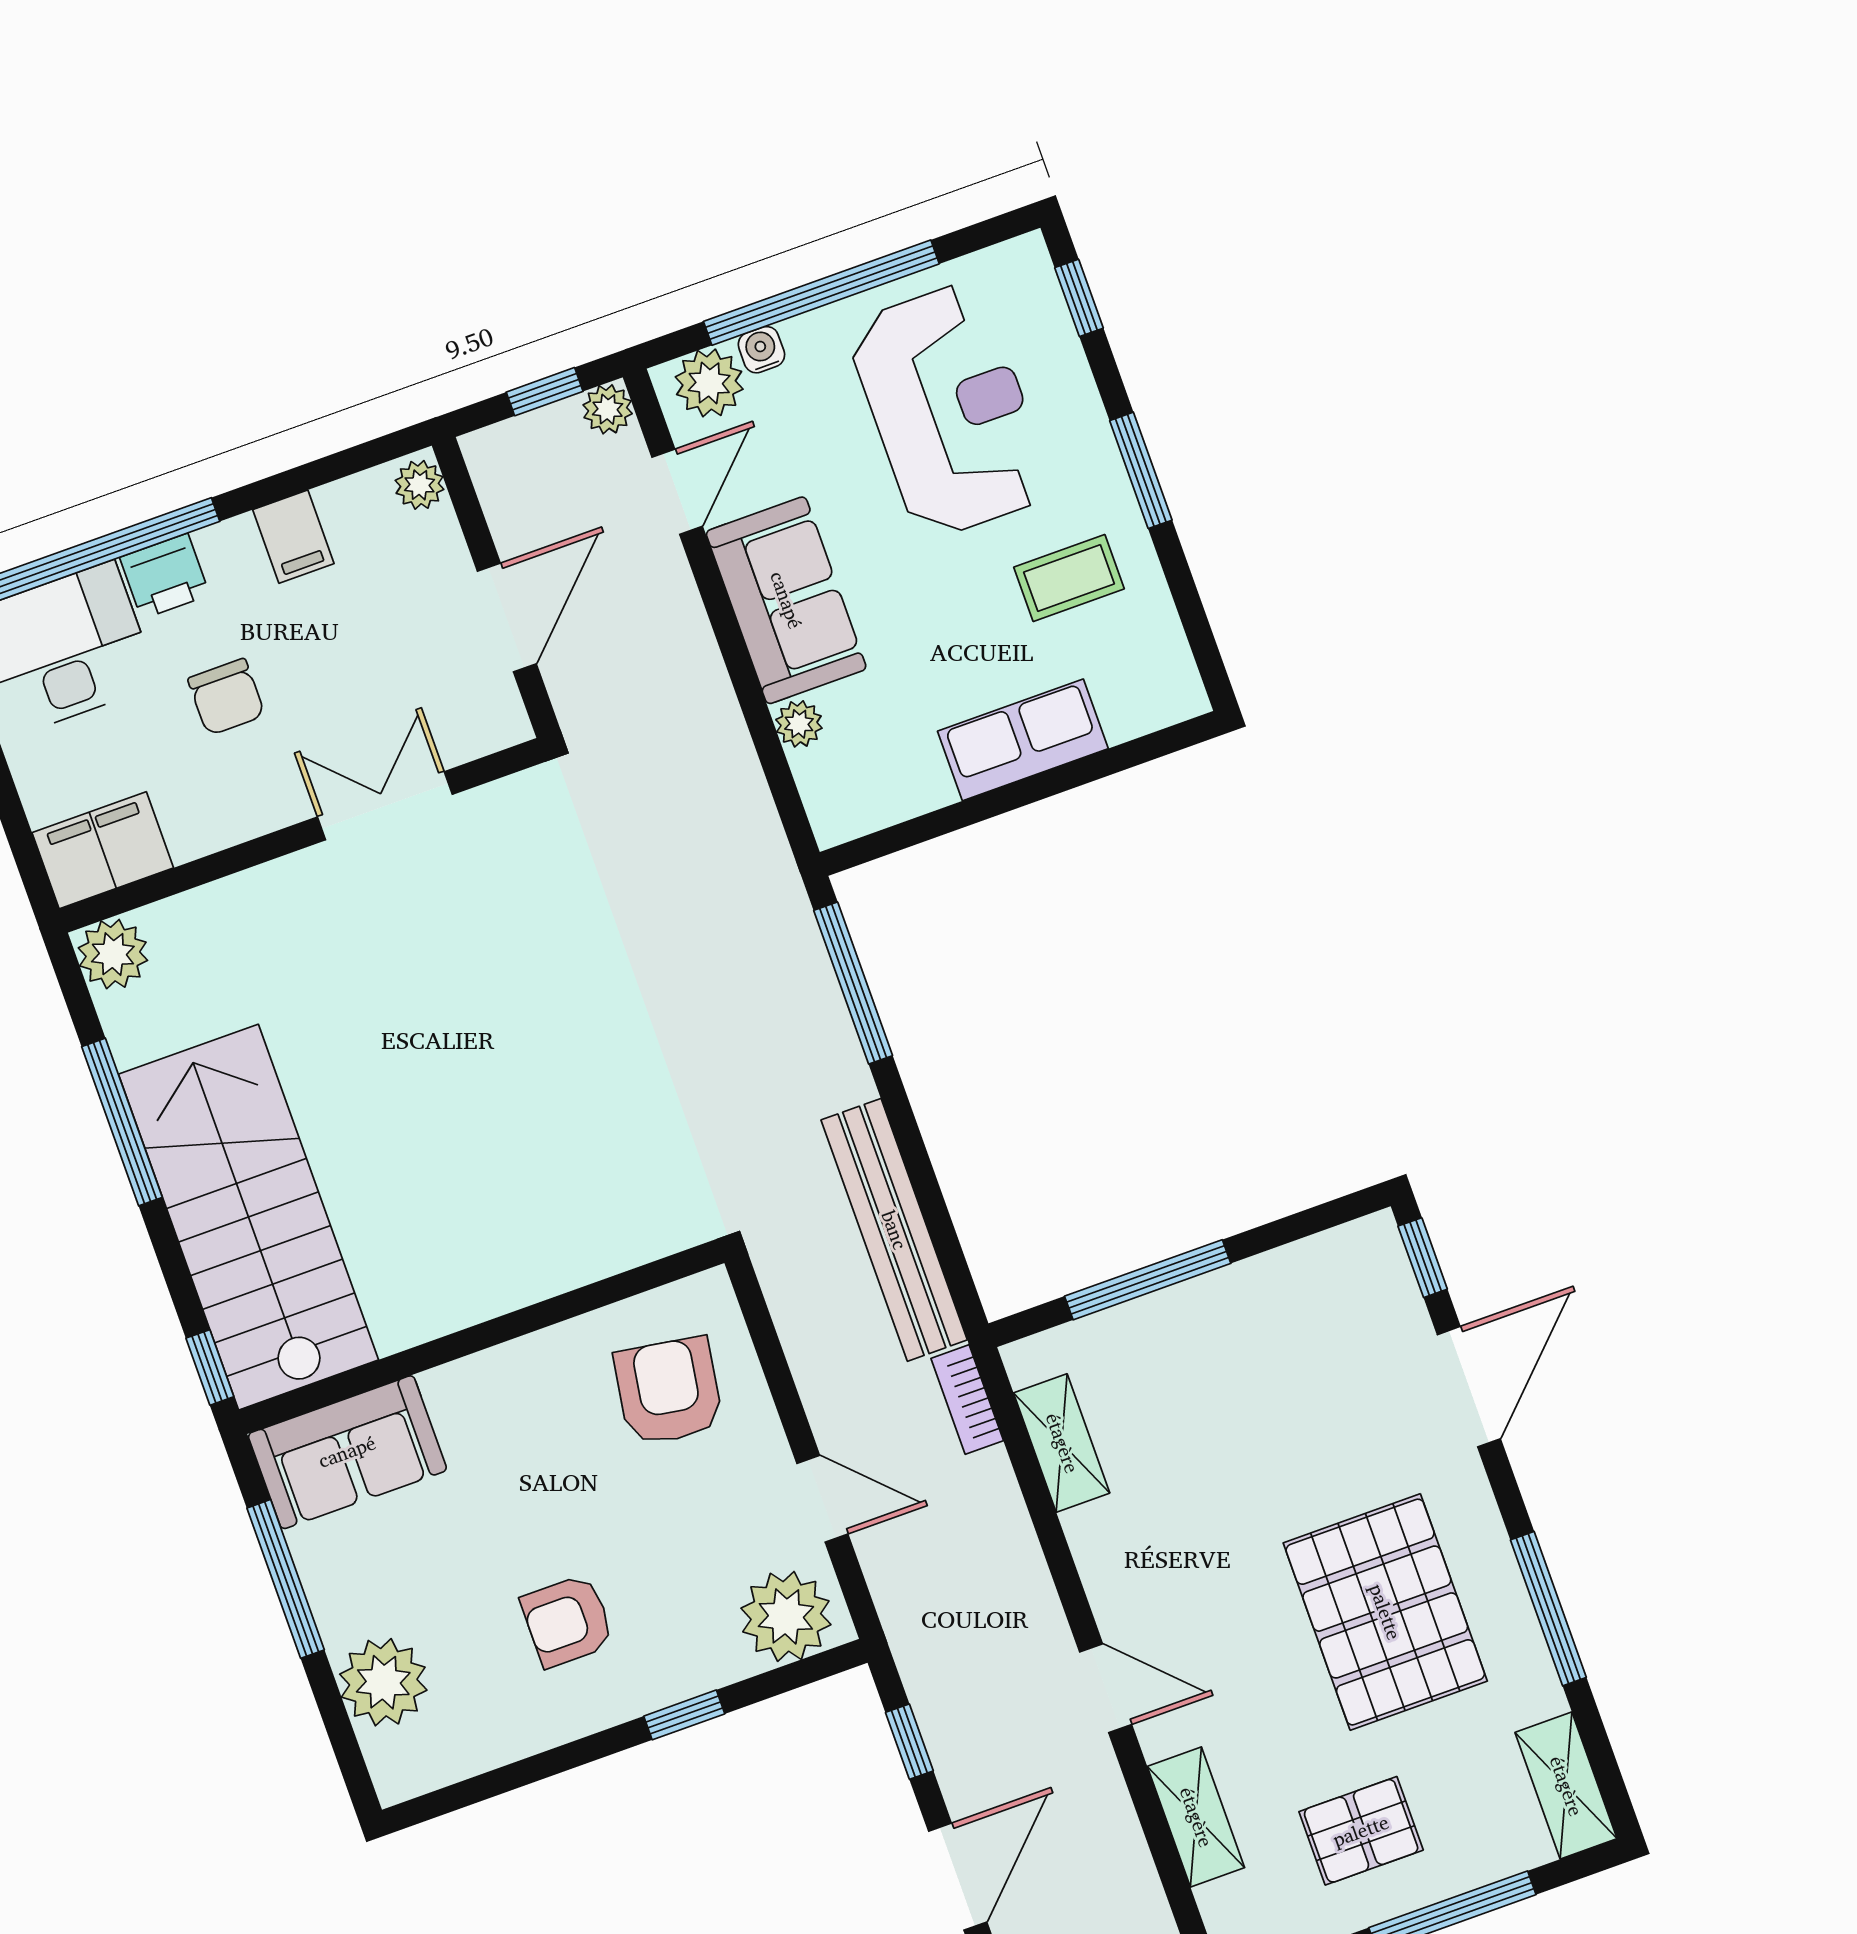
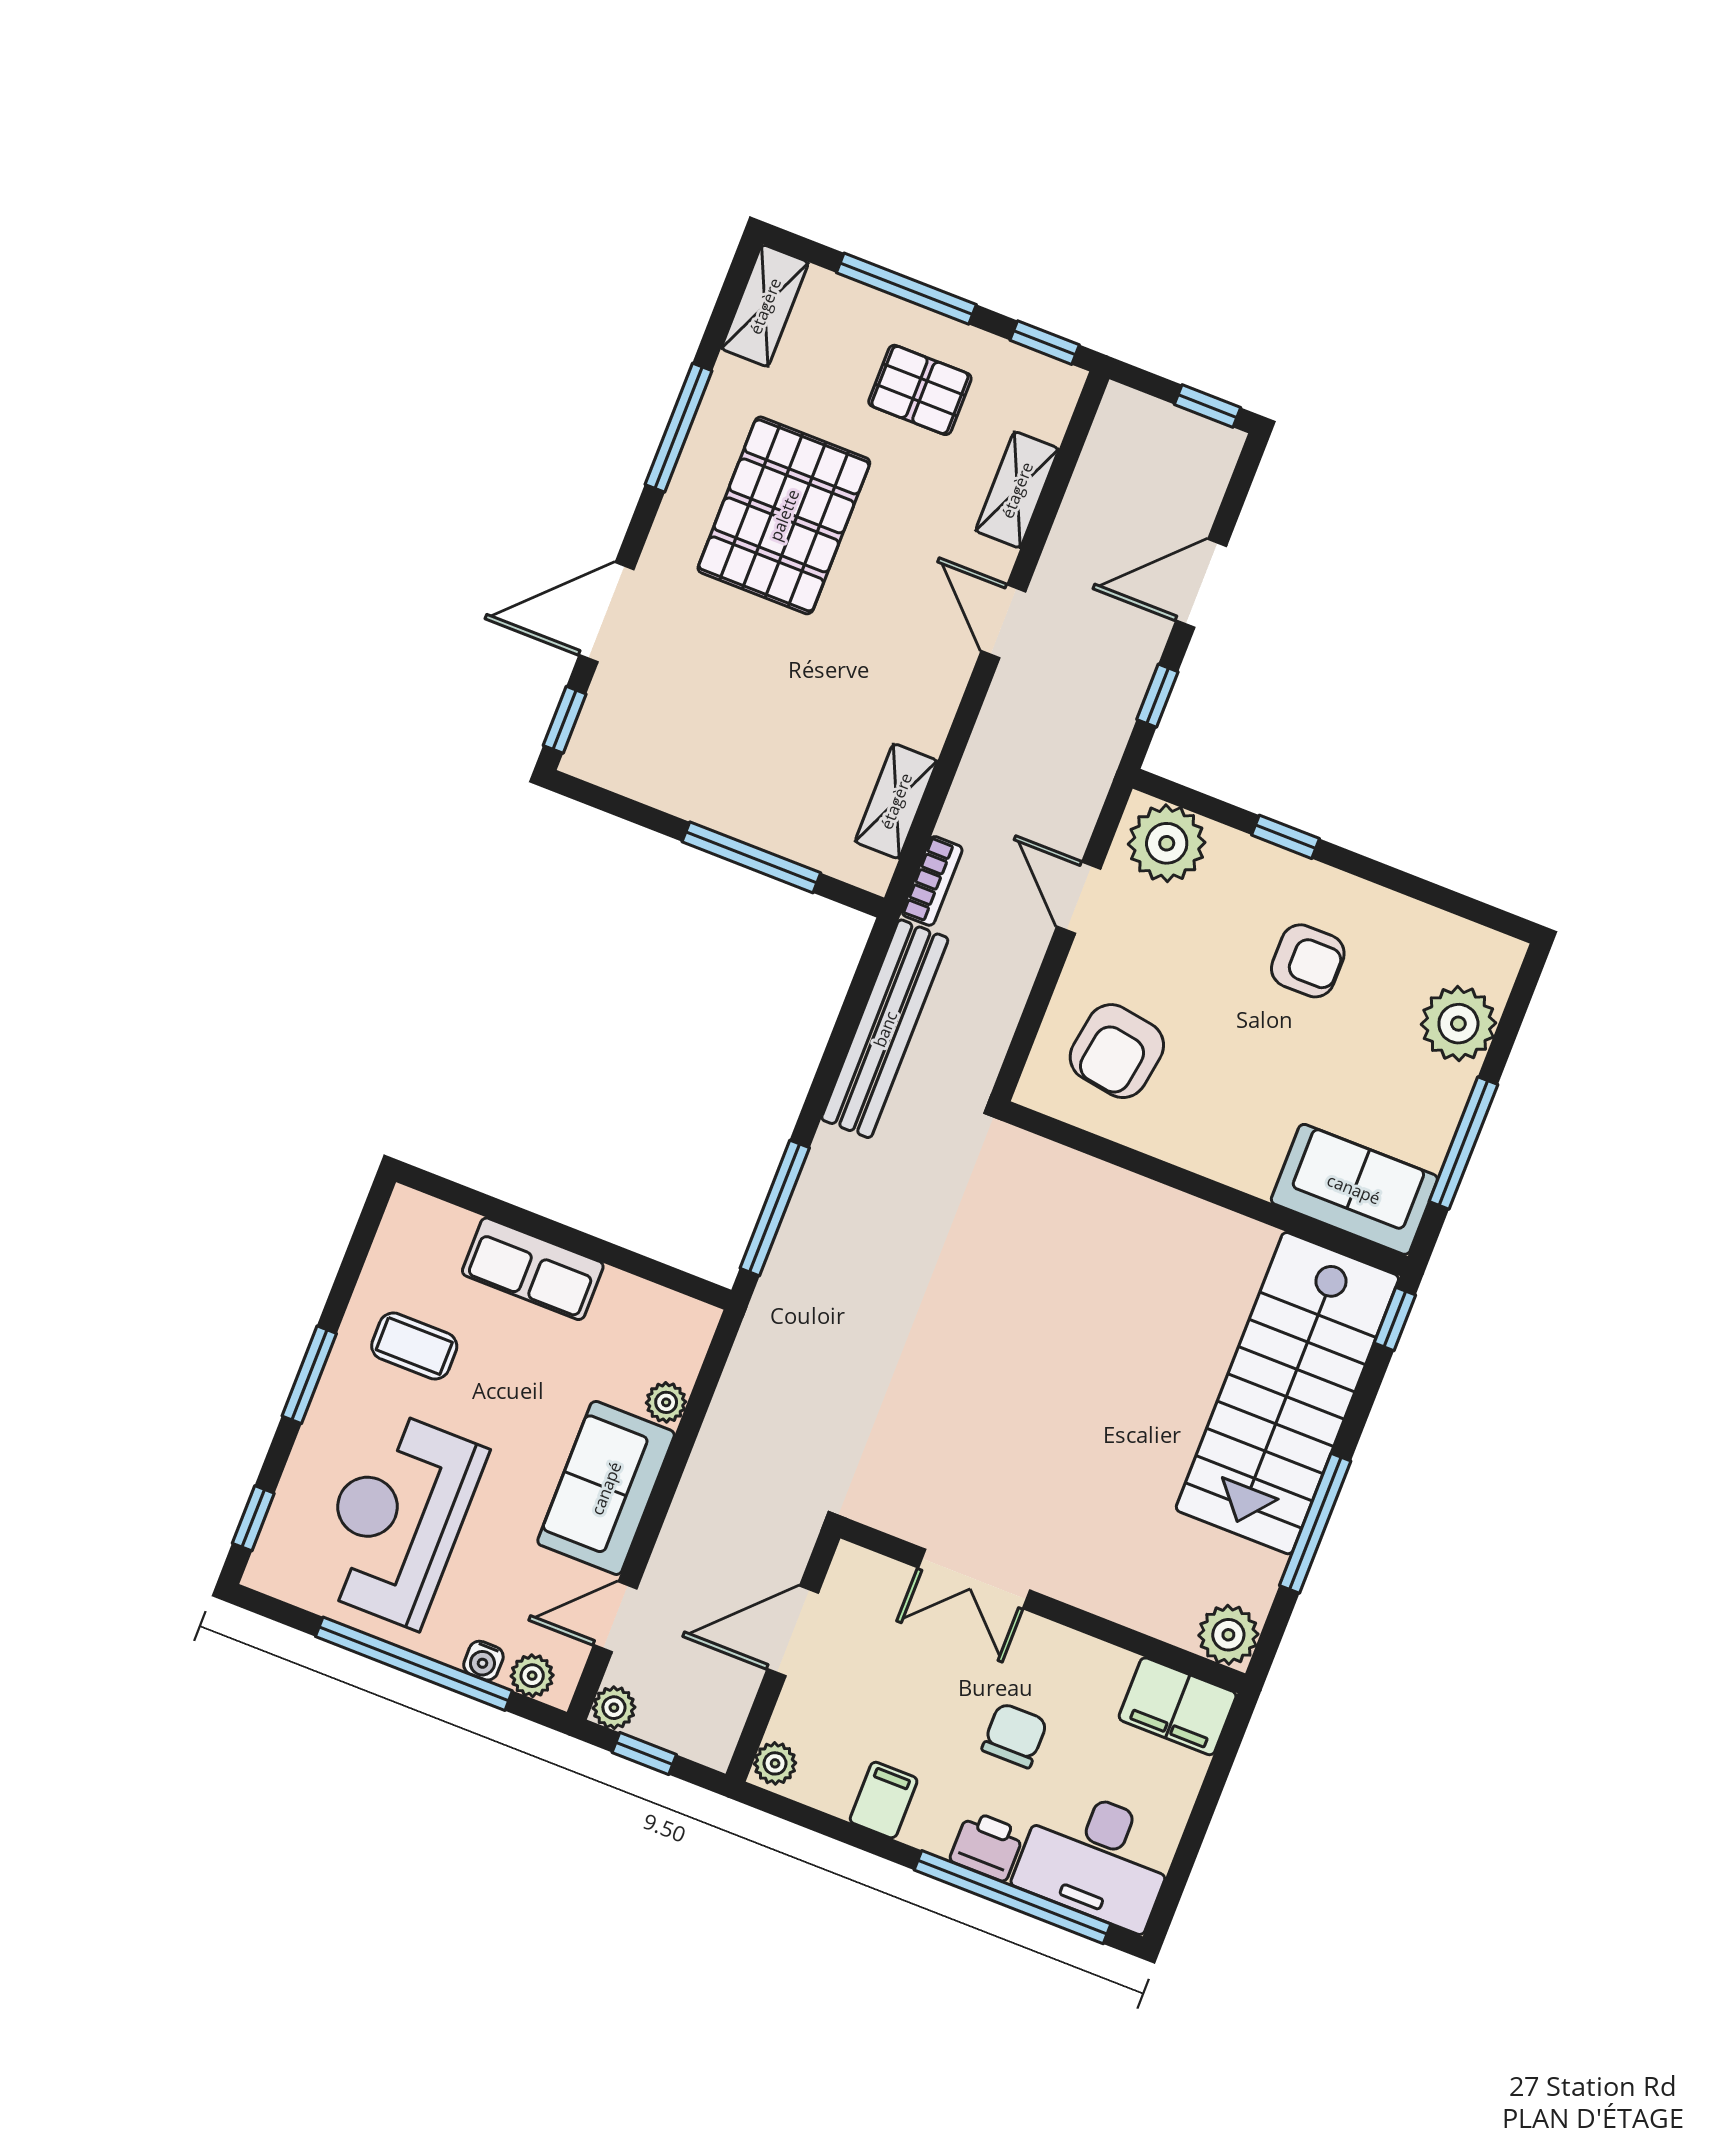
plant: (709, 383) -> (532, 1676), width x0.73, depth x0.73

